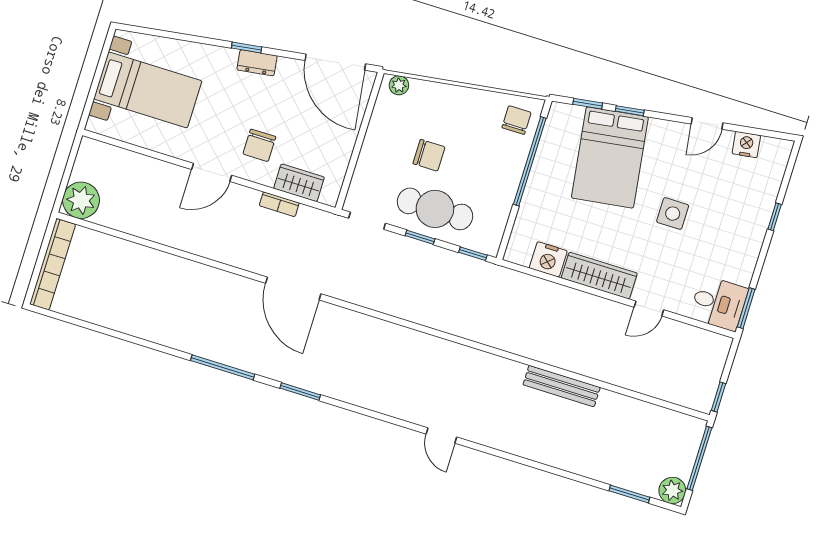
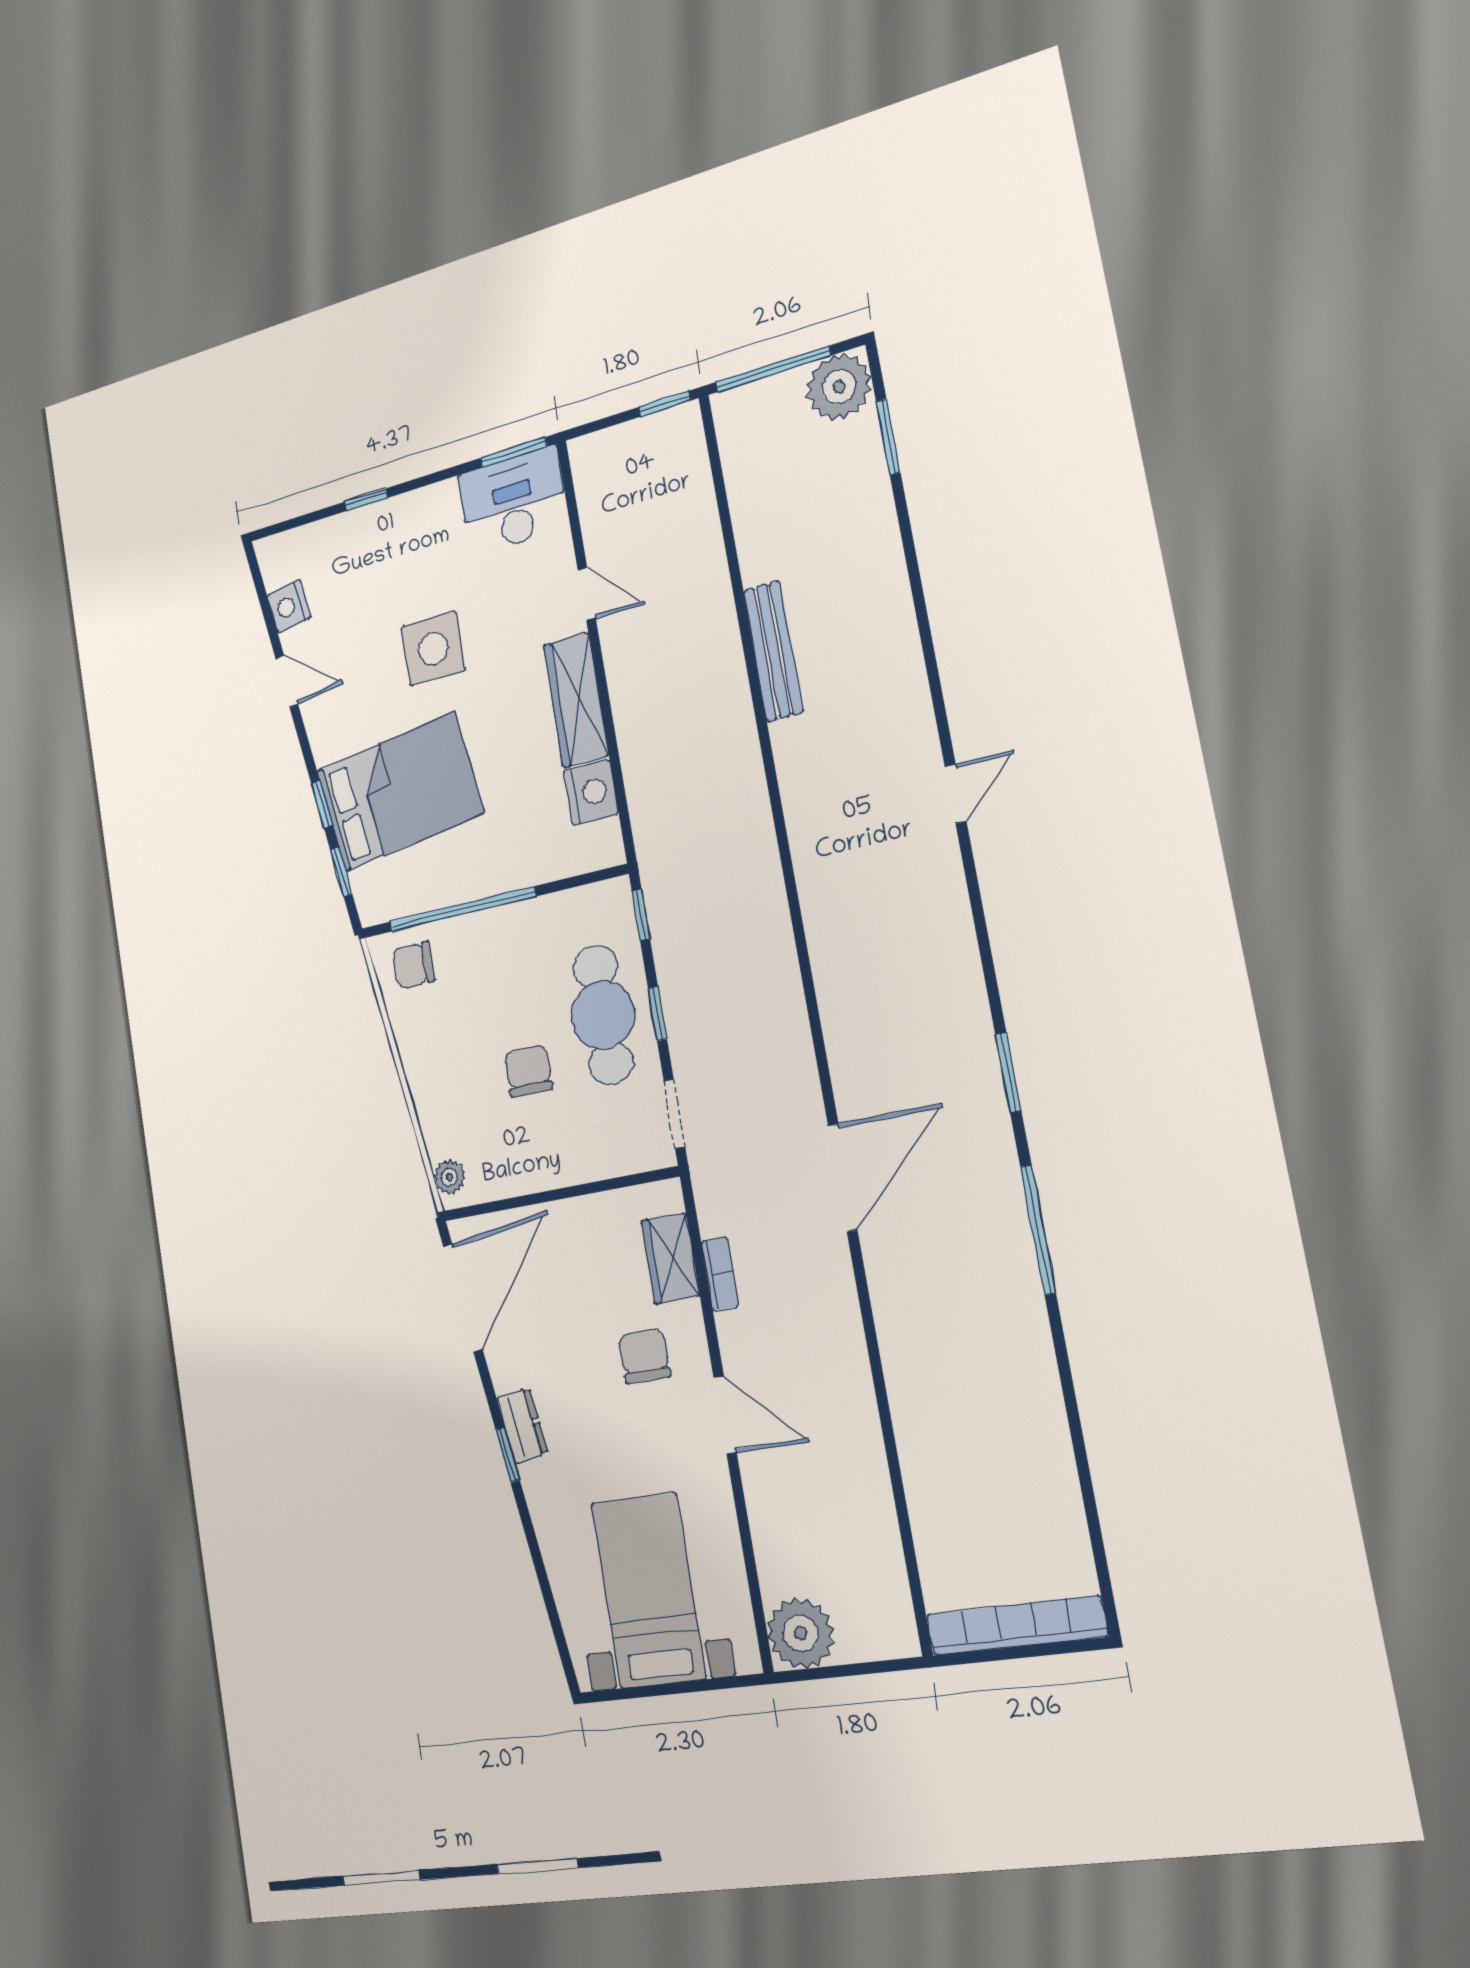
chair: (259, 145) -> (644, 1356), turned -90
plant: (81, 200) -> (801, 1633), moved
side table: (673, 214) -> (433, 649), width x1.37, depth x1.37
desk: (719, 303) -> (513, 501), width x1.37
plant: (672, 490) -> (839, 387), width x1.36, depth x1.36

